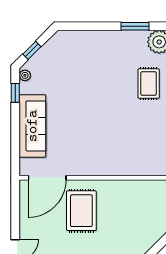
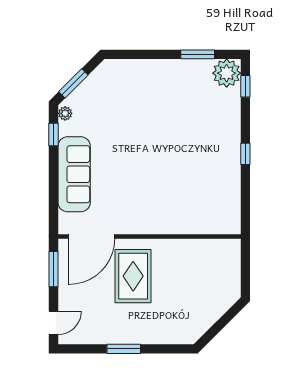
window: (32, 50) -> (73, 83), width x1.50
rug: (149, 84) -> (214, 123), removed
window: (15, 205) -> (54, 269), added

